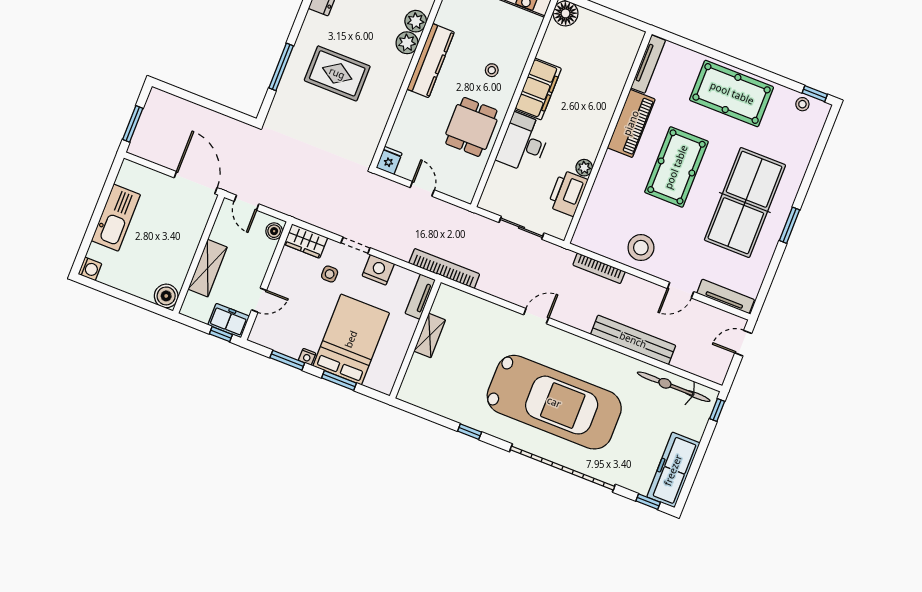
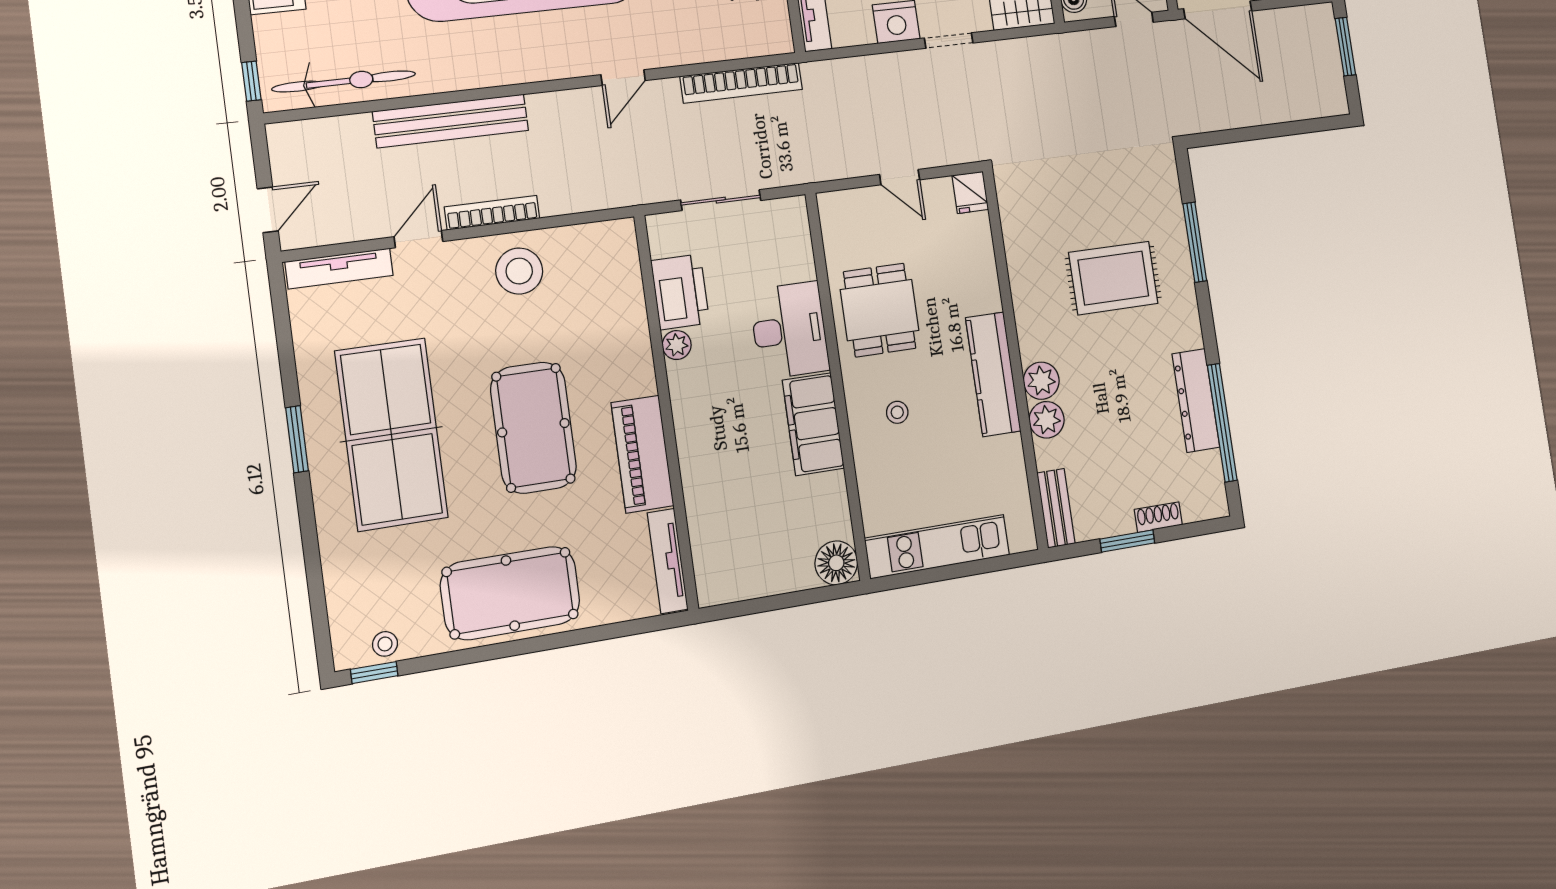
bookcase: (599, 268) -> (492, 213), moved
bookcase: (444, 269) -> (741, 83), moved

